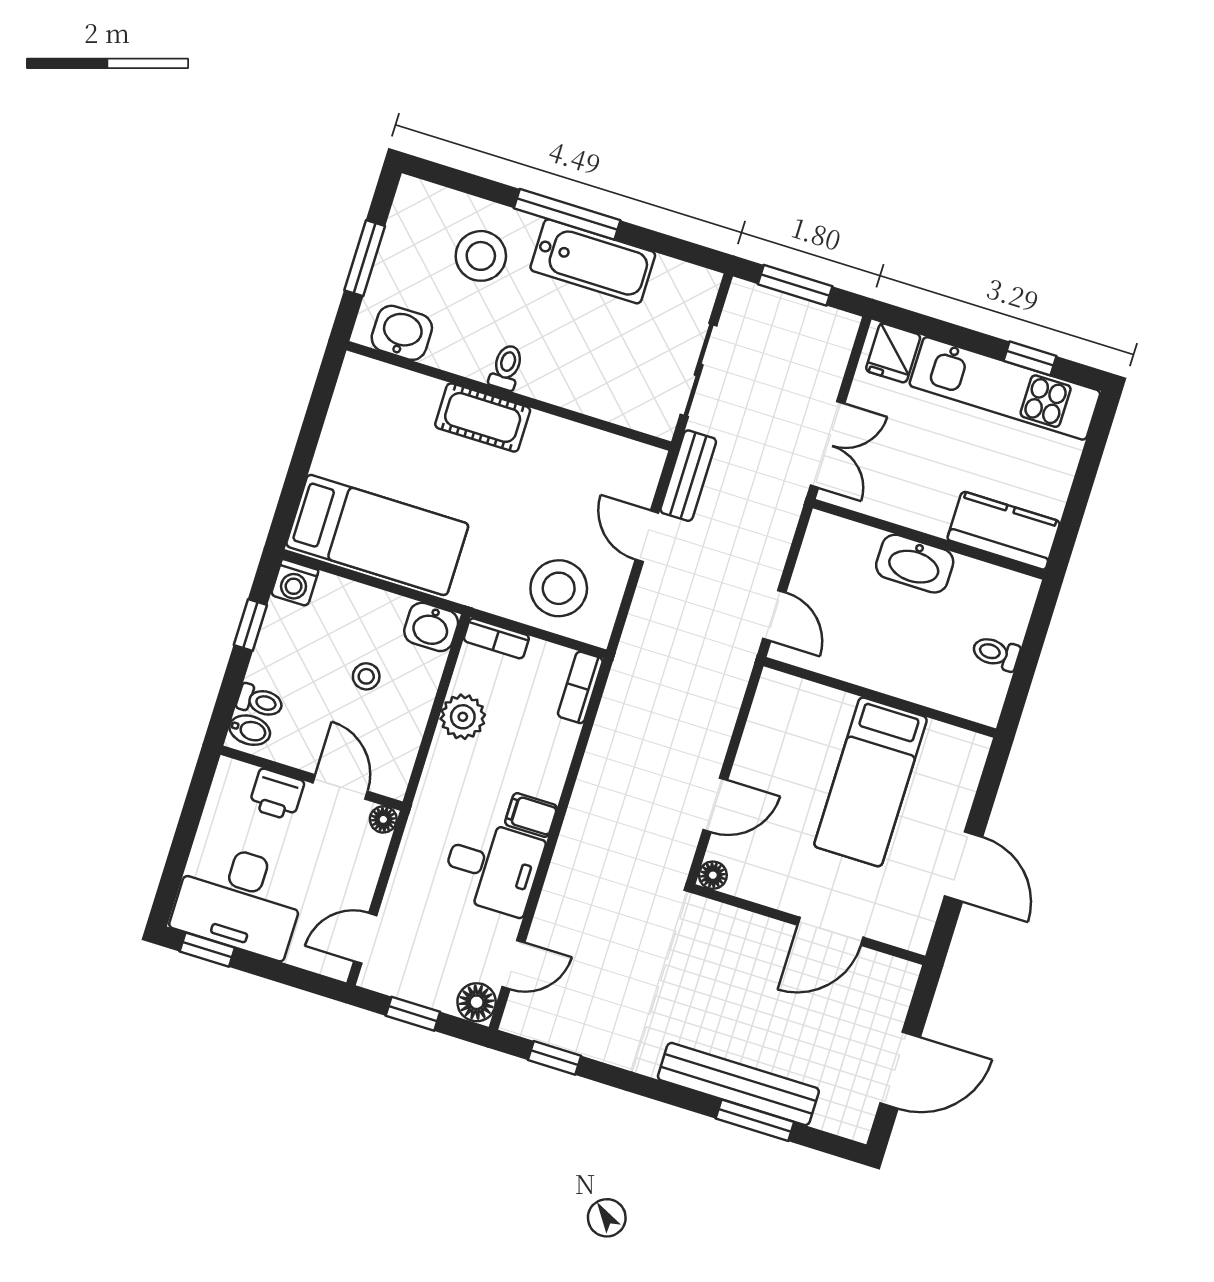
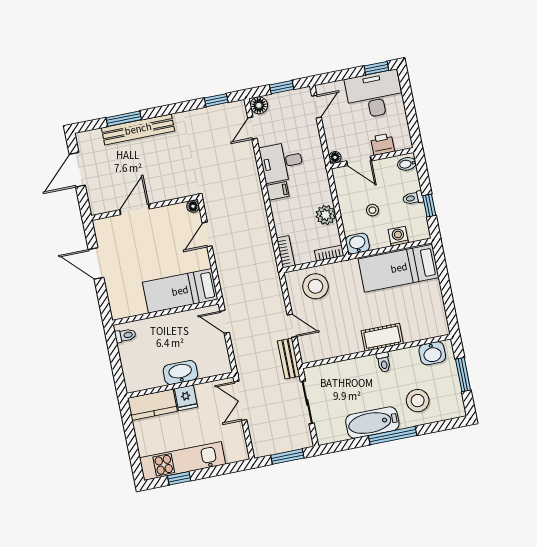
fridge: (893, 353) -> (186, 398), moved, turned 180
washing machine: (295, 583) -> (398, 236), moved
toilet: (996, 653) -> (125, 335), moved
toilet: (260, 701) -> (413, 198), moved
bed: (871, 782) -> (180, 291), moved, turned -90

